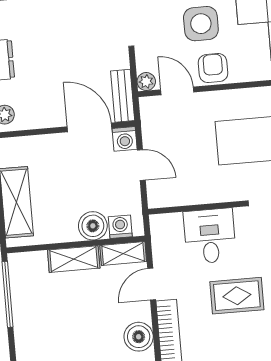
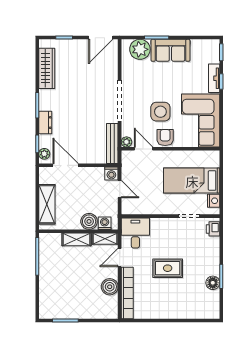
bench: (123, 96) -> (112, 144), width x1.36
door: (90, 127) -> (66, 165), moved
desk: (210, 236) -> (135, 233), moved

